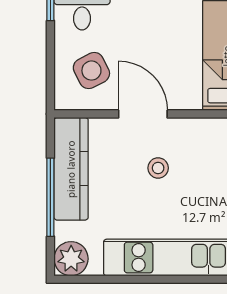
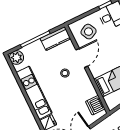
kitchen counter: (71, 169) -> (55, 39), width x0.67

